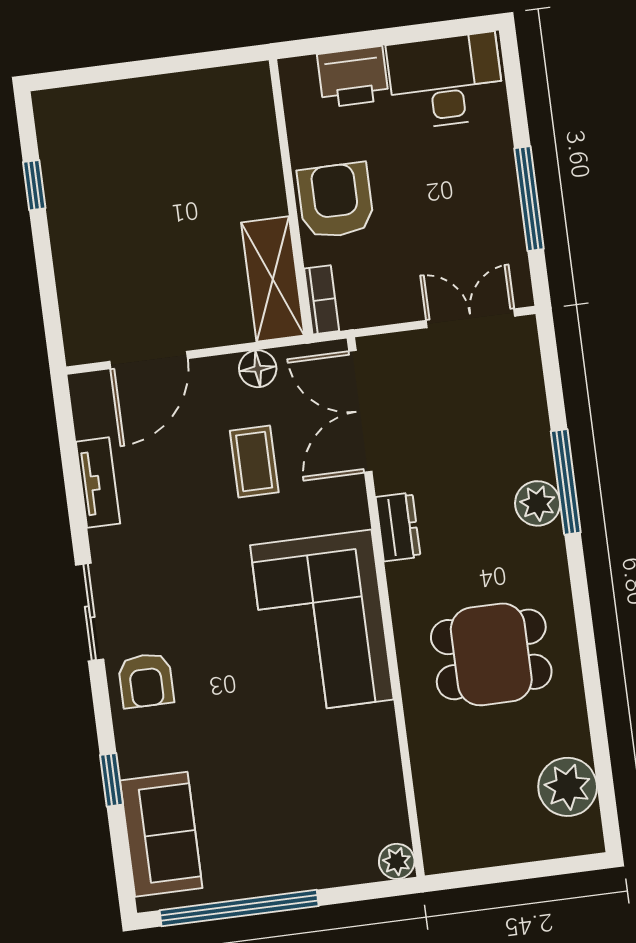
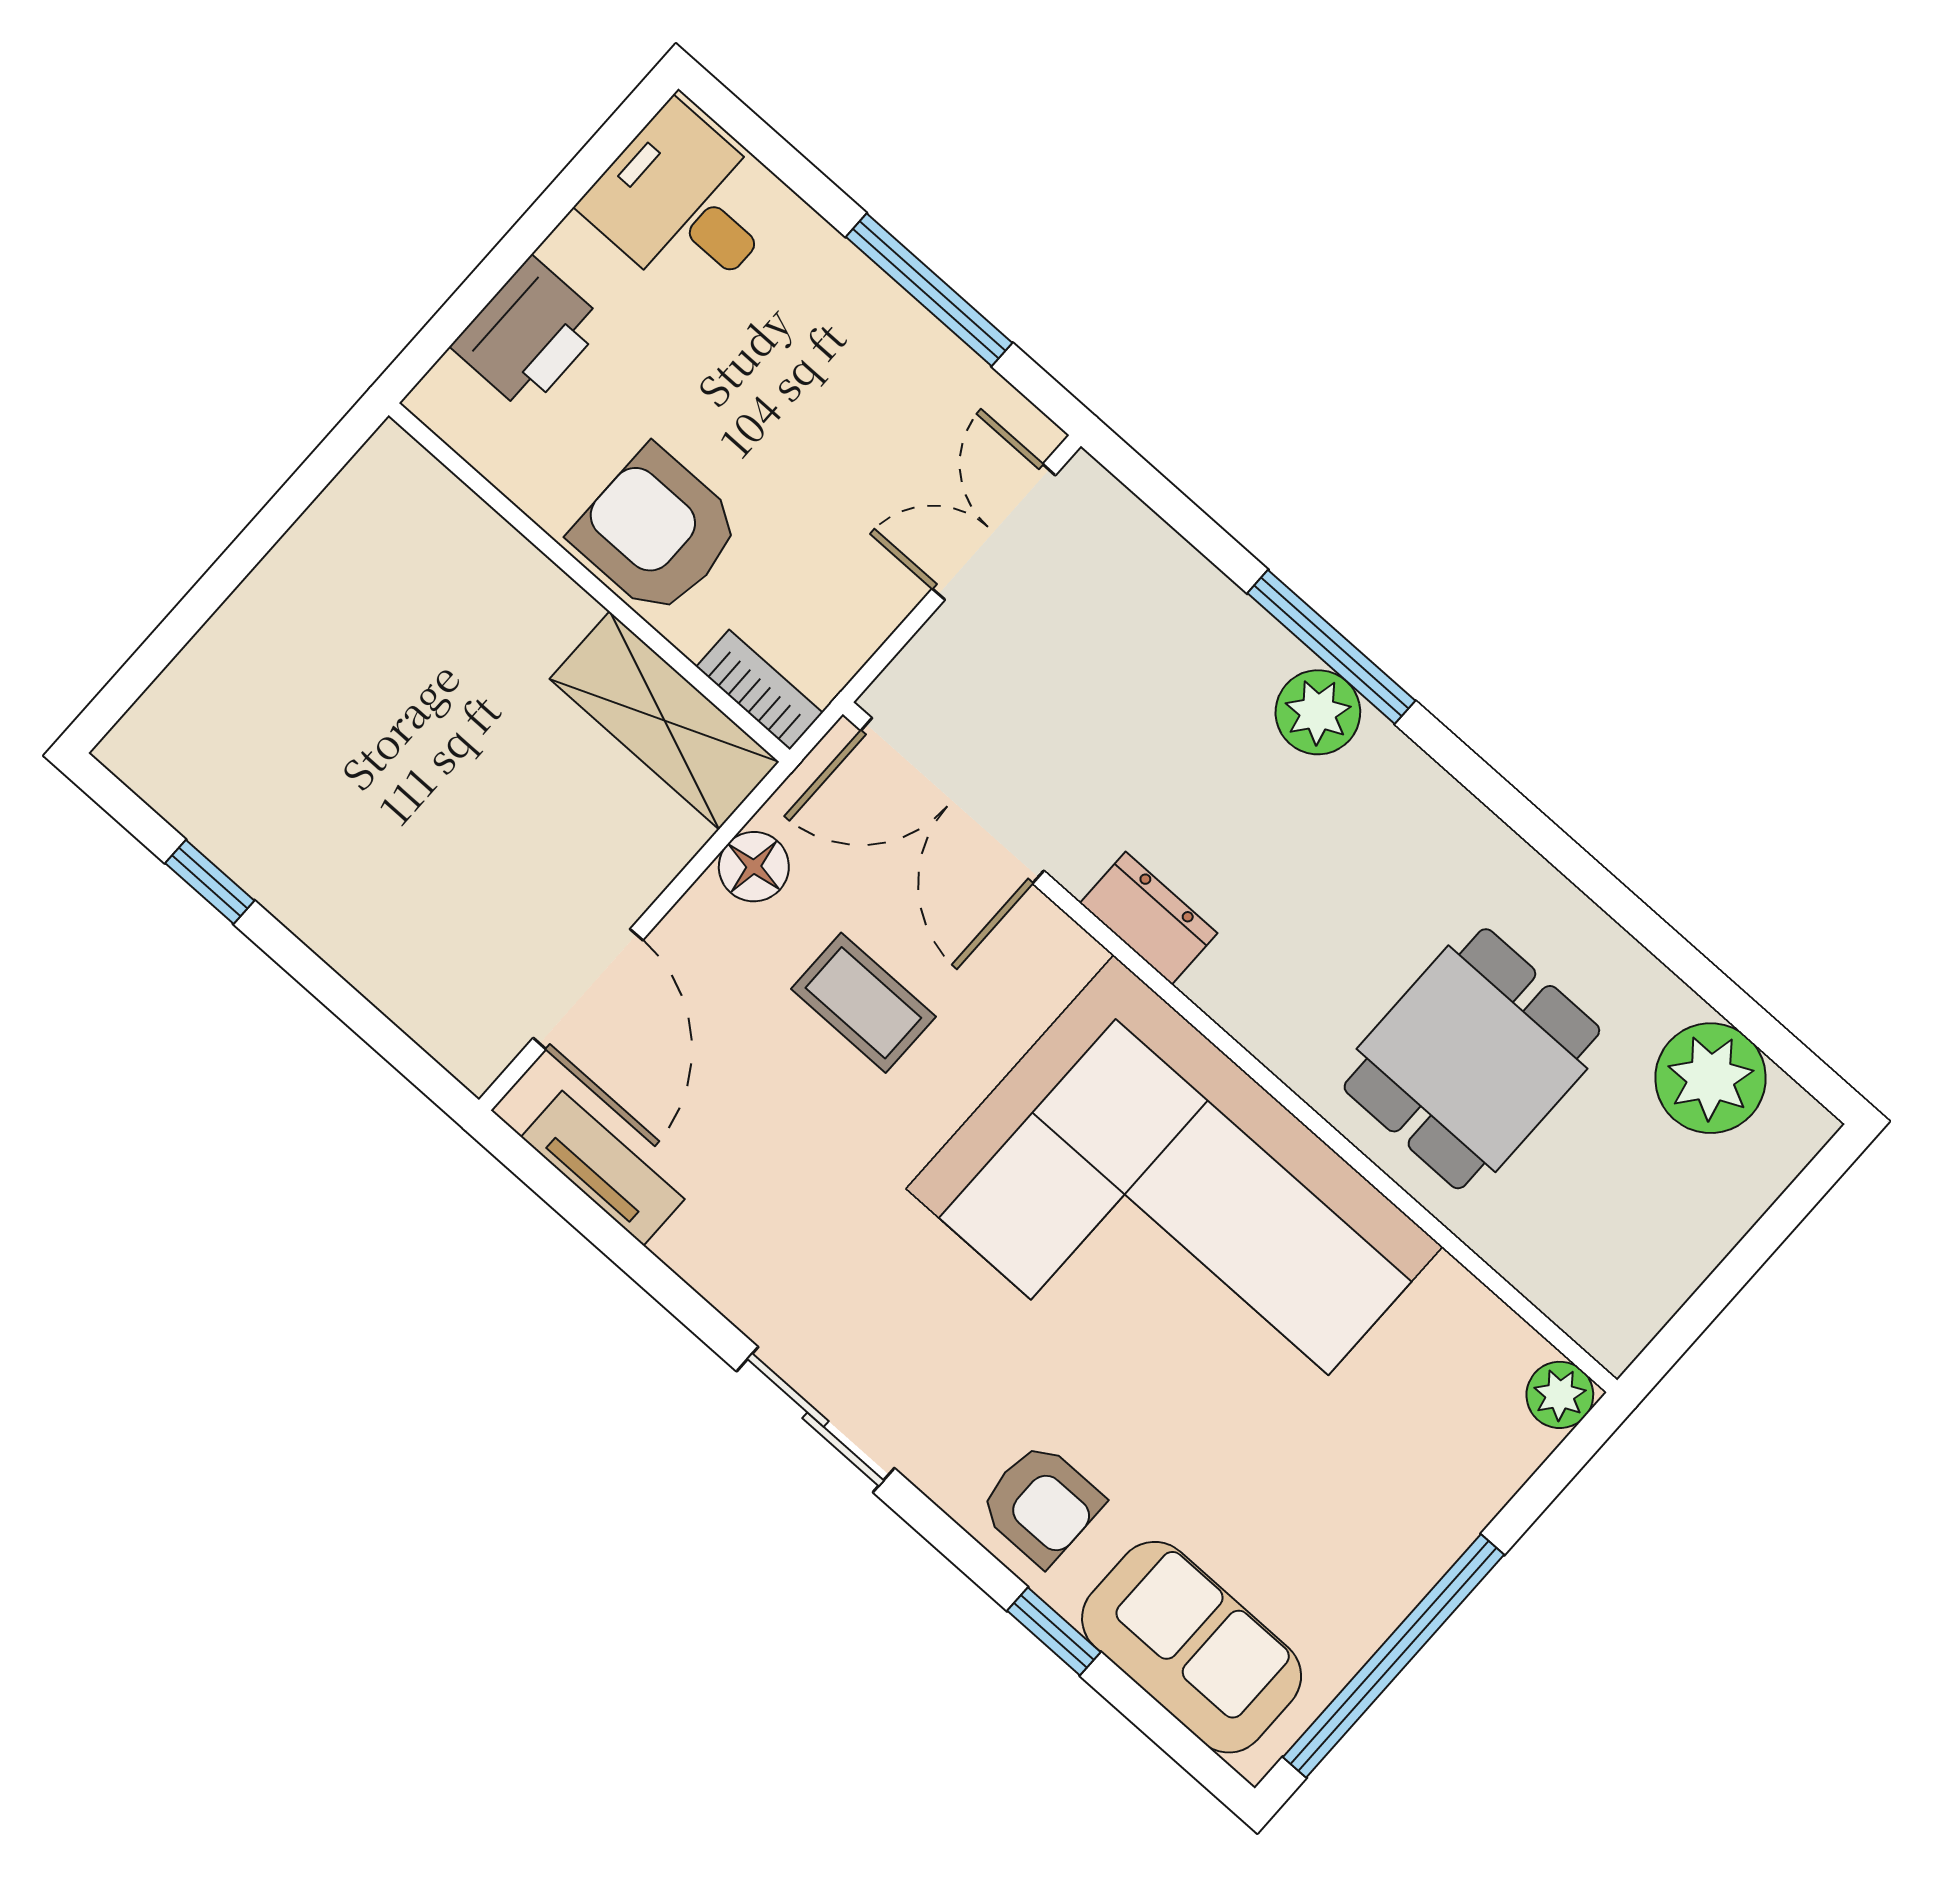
desk: (446, 81) -> (684, 205), width x0.73
tv unit: (98, 483) -> (603, 1168), moved
corner sofa: (322, 622) -> (1174, 1218), width x1.36, depth x1.36
dining table: (491, 654) -> (1472, 1059), moved
armchair: (146, 680) -> (1041, 1504), moved

